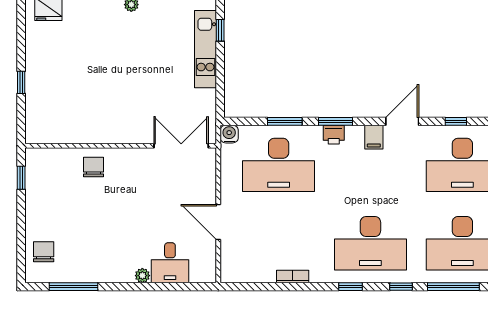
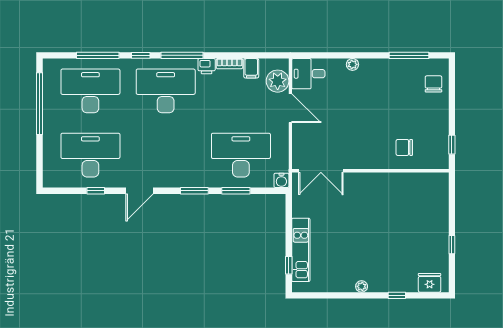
window: (21, 82) -> (452, 245), moved
printer: (334, 135) -> (207, 66), moved, turned 180
filing cabinet: (374, 137) -> (251, 68), moved, turned 180
chair: (93, 167) -> (404, 147), moved, turned 90
chair: (44, 252) -> (433, 84), turned 180
plant: (234, 255) -> (278, 81), added
desk: (170, 263) -> (308, 74), moved, turned -90
window: (351, 287) -> (182, 55), width x2.17

